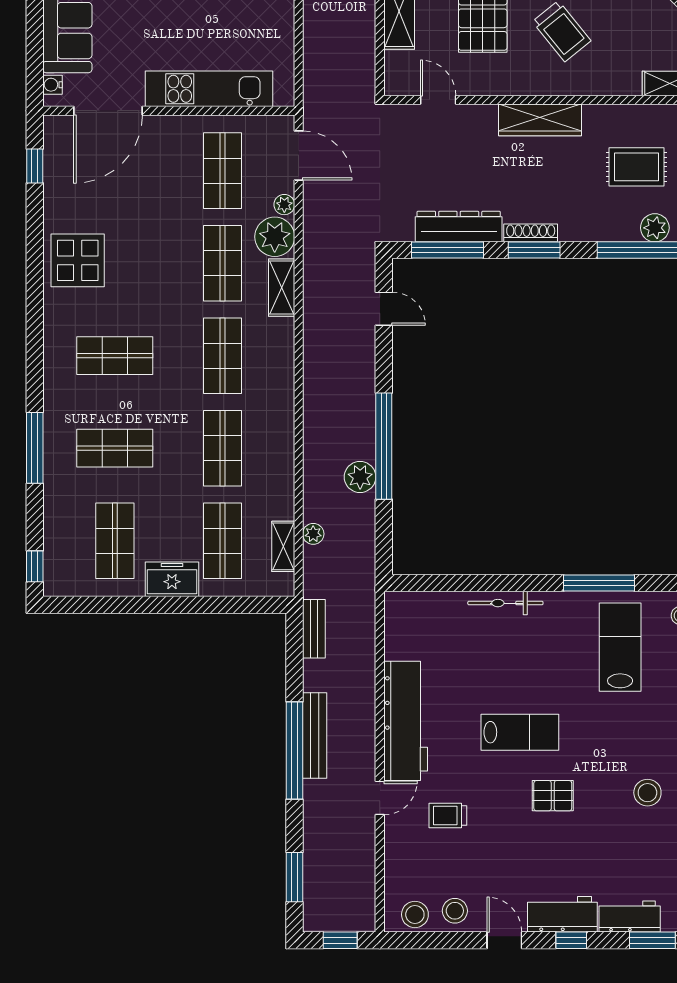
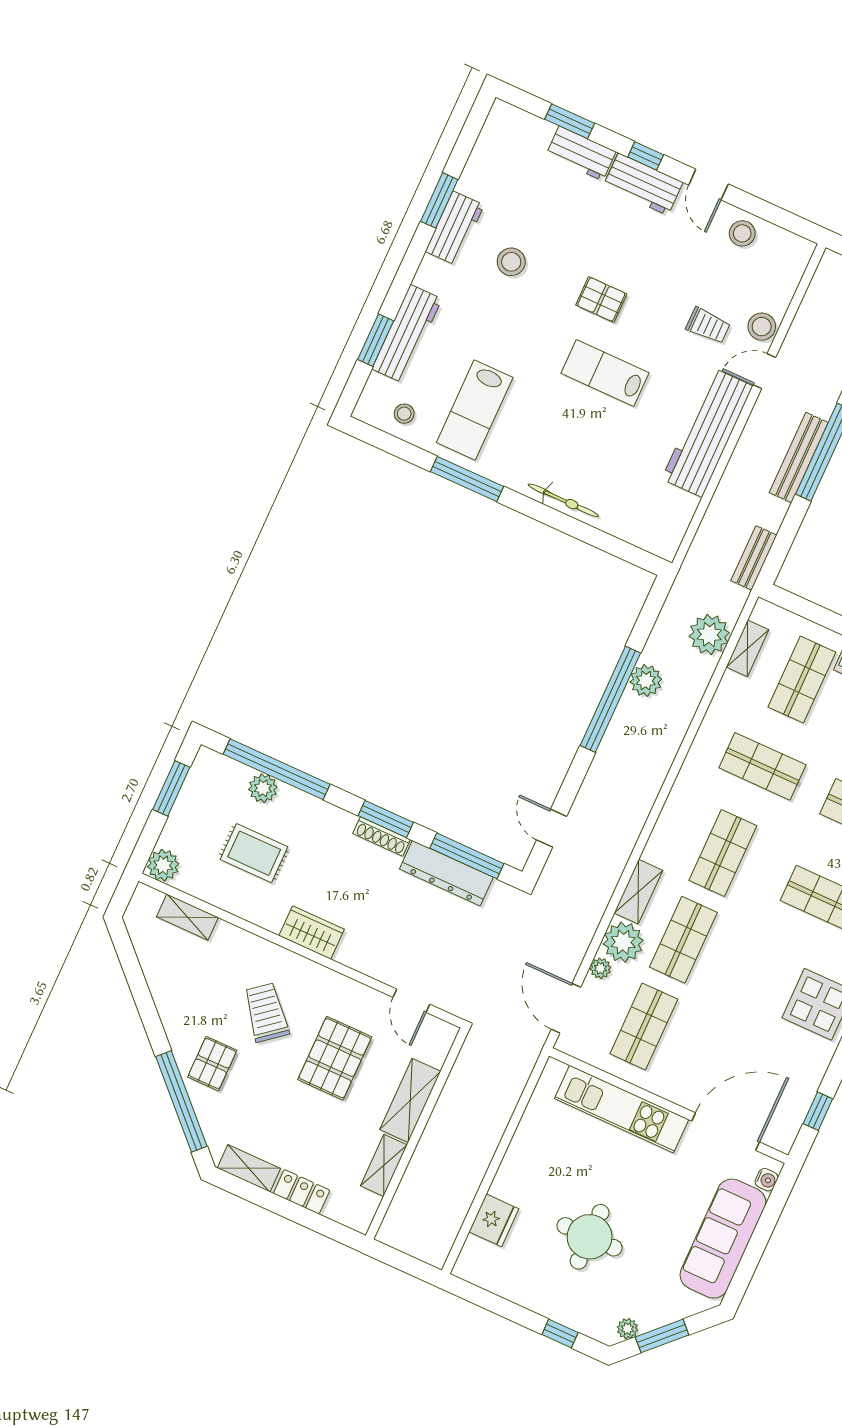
wardrobe: (540, 120) -> (312, 932), width x0.67
shop shelf: (223, 448) -> (762, 766), turned 90
plant: (313, 534) -> (709, 635), width x1.87, depth x1.87
stool: (415, 914) -> (762, 327), moved

